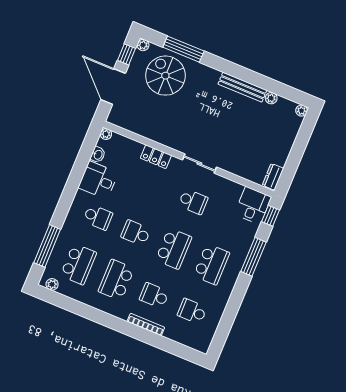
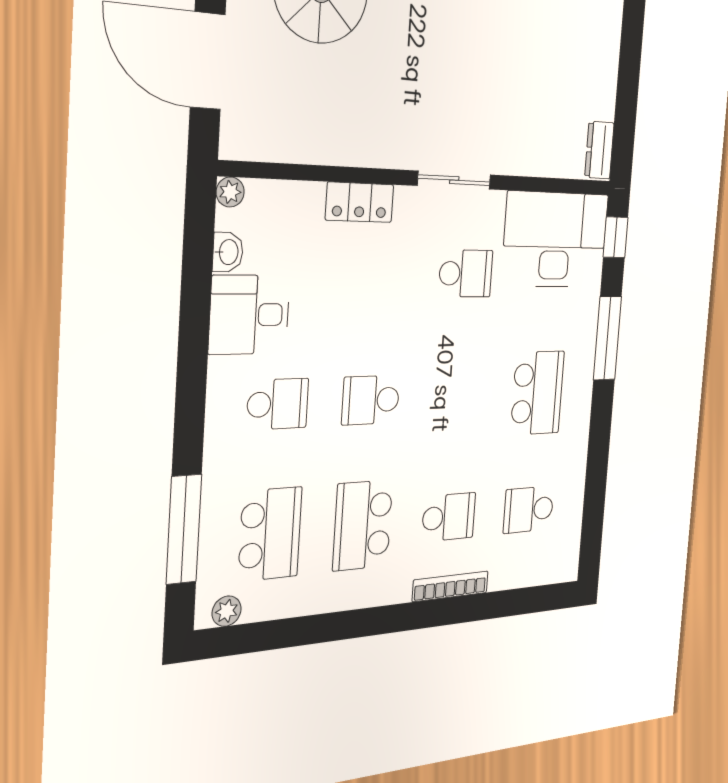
desk: (253, 205) -> (555, 240), width x1.87, depth x1.30
school desk: (174, 249) -> (457, 396), removed
school desk: (154, 296) -> (449, 517), turned 180

